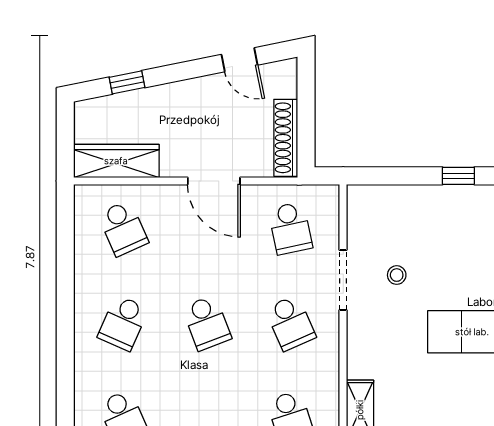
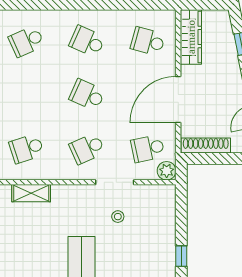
door: (214, 181) -> (178, 100), width x1.36
plant: (325, 199) -> (167, 171), added
school desk: (123, 228) -> (148, 41), turned 39
school desk: (207, 323) -> (87, 95), turned 45

